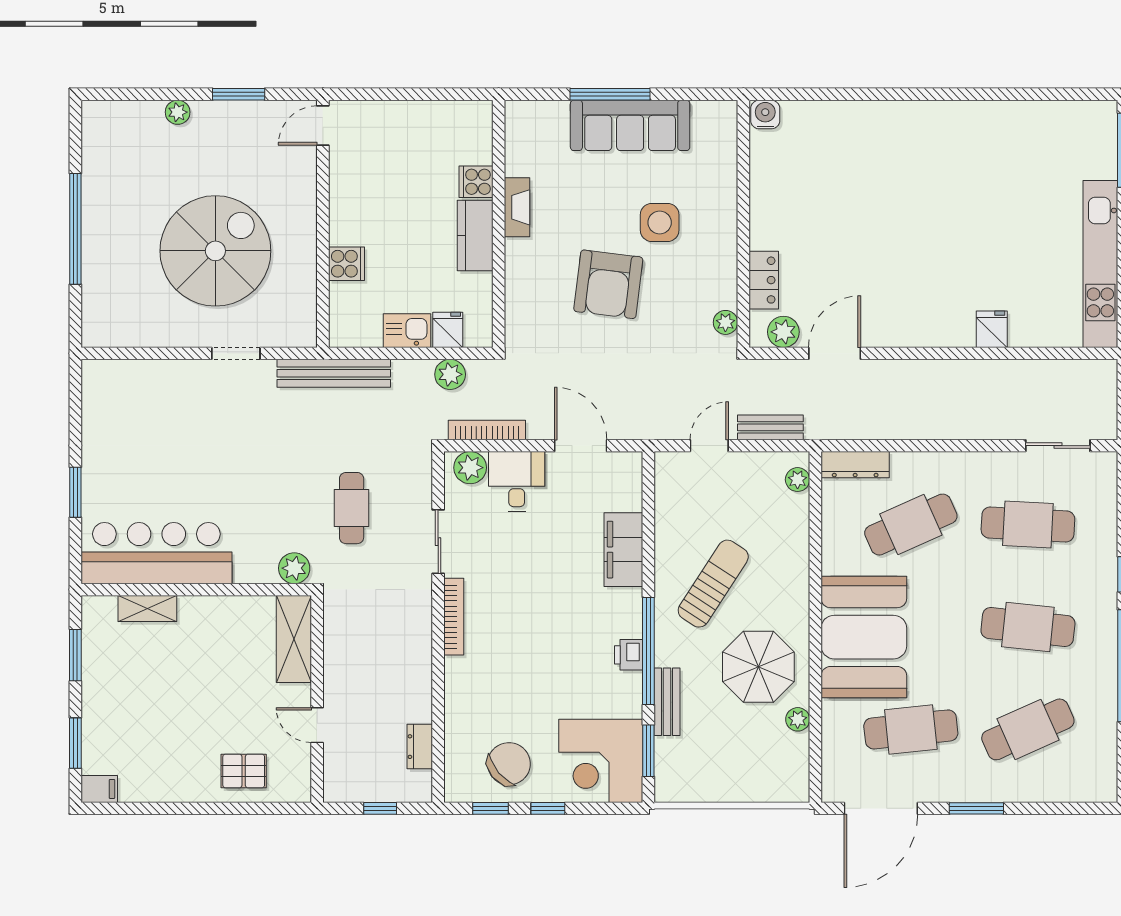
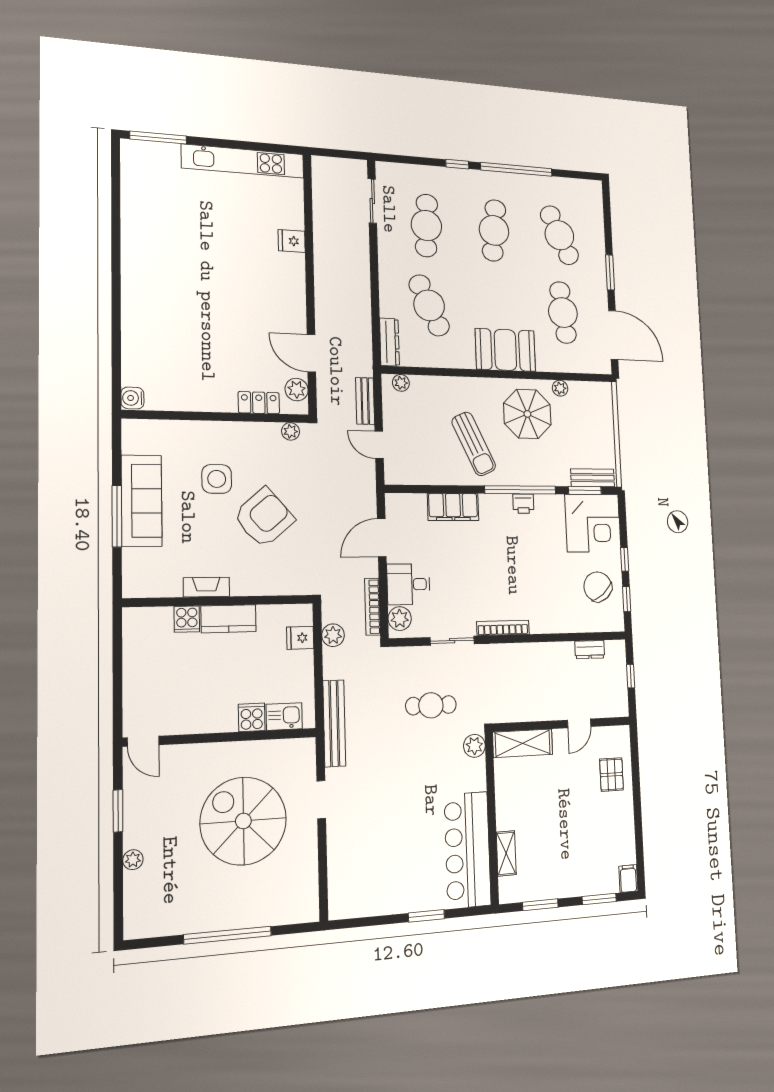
armchair: (608, 284) -> (264, 518), turned -48
kitchen sink: (407, 331) -> (284, 716), moved, turned 90
sun lounger: (713, 584) -> (474, 444), turned -148
booth: (864, 637) -> (505, 350), width x0.73, depth x0.70
bench: (667, 702) -> (593, 478), moved

